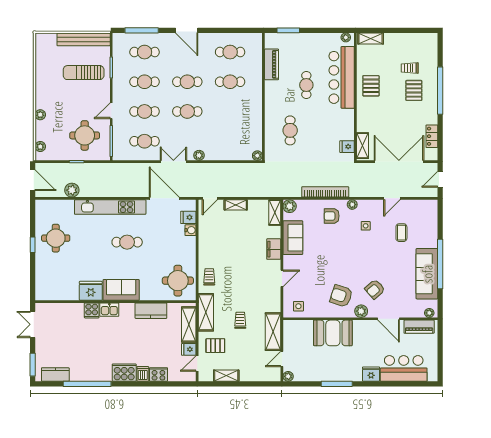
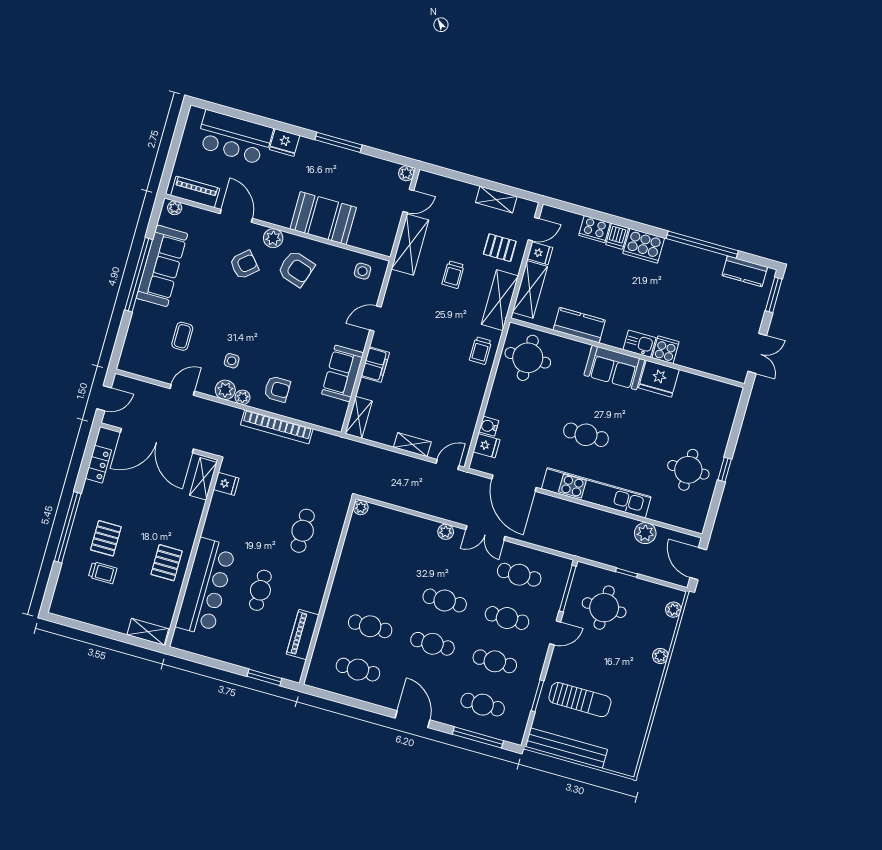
plant: (346, 37) -> (183, 644), removed
plant: (290, 206) -> (225, 390), moved

